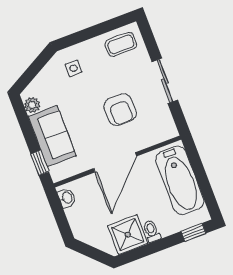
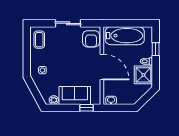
armchair: (120, 110) -> (91, 39), moved, turned 90
window: (193, 232) -> (156, 49), moved

